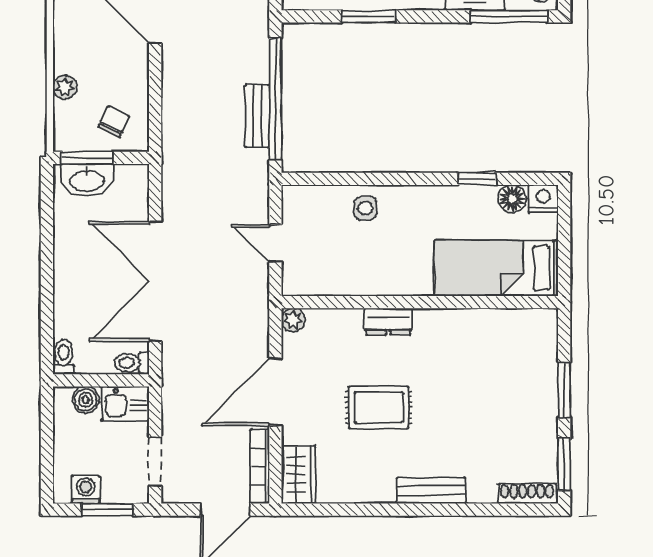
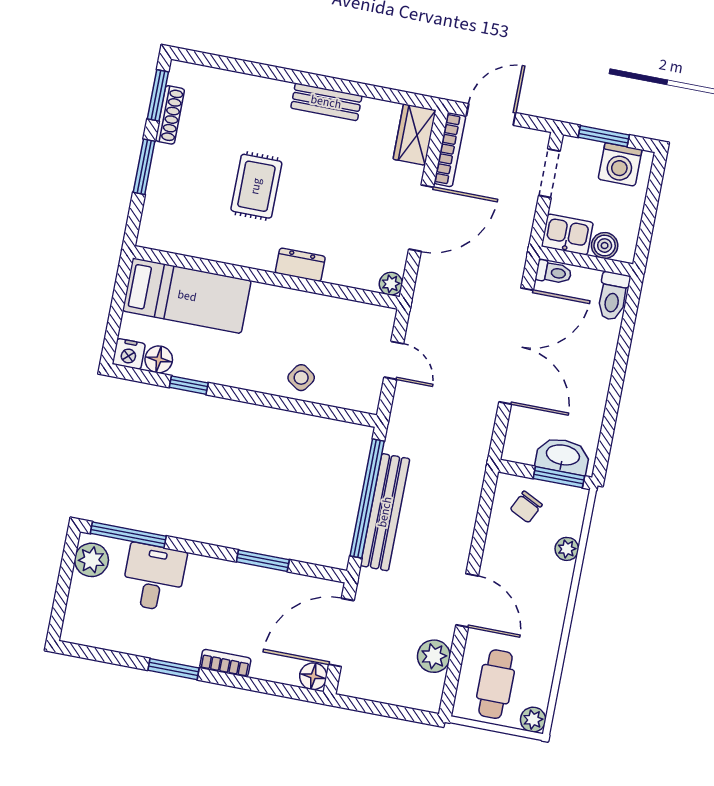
bench: (257, 116) -> (385, 512), width x1.86, depth x1.21
side table: (365, 208) -> (301, 378), turned 34
toilet: (64, 357) -> (613, 296), width x1.37, depth x1.39
rug: (379, 408) -> (256, 186), moved, turned 90
washing machine: (86, 490) -> (620, 164), width x1.38, depth x1.38
bench: (431, 490) -> (326, 102), moved
shoe rack: (527, 494) -> (170, 115), moved, turned -90

